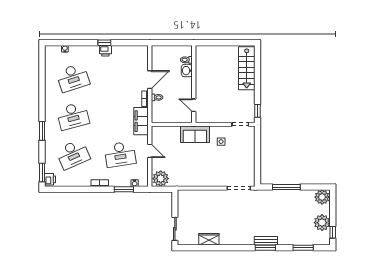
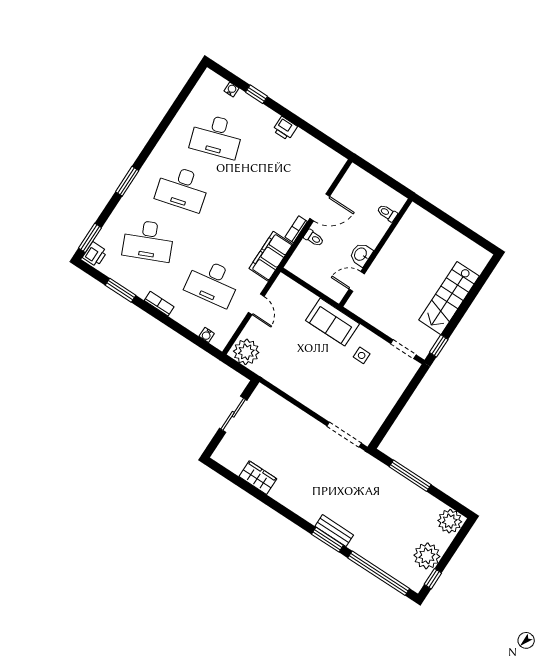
window: (104, 43) -> (256, 94), moved
stairs: (247, 68) -> (449, 298), moved
washbasin: (187, 71) -> (361, 254), moved
door: (194, 105) -> (357, 281), hinge flipped
window: (124, 189) -> (121, 290), moved
sliding door: (175, 229) -> (233, 414), moved
window: (303, 248) -> (379, 573), width x2.11

